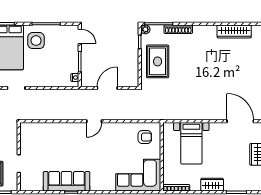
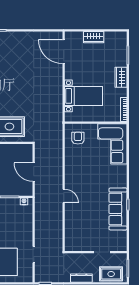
door: (94, 121) -> (64, 196), moved
door: (240, 121) -> (64, 52), hinge flipped

